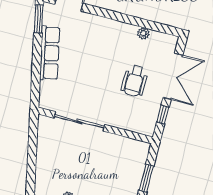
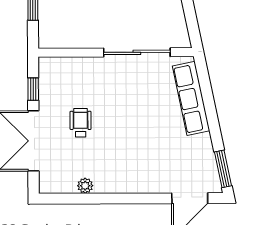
row of seats: (50, 53) -> (191, 98), moved
wheelchair: (135, 81) -> (81, 123), width x0.73, depth x0.73

